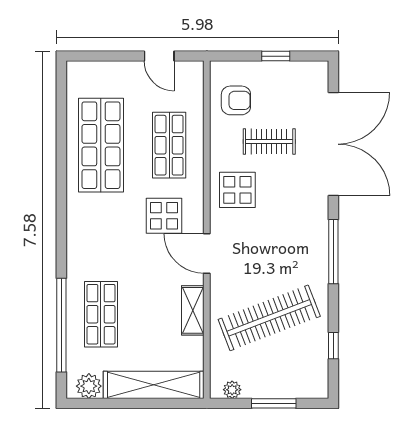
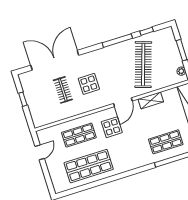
armchair: (236, 100) -> (49, 111), removed
display table: (237, 190) -> (89, 84), moved
window: (333, 252) -> (117, 41), moved
clothes rail: (269, 318) -> (143, 65), turned 39

